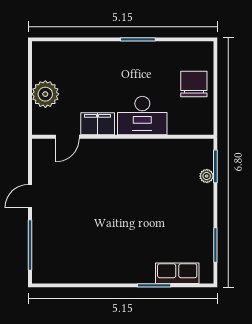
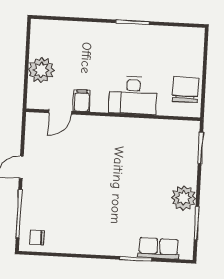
chair: (194, 84) -> (185, 90), moved
filing cabinet: (98, 124) -> (82, 101), width x0.50
plant: (207, 176) -> (184, 198), moved, width x1.87, depth x1.87
chair: (50, 269) -> (37, 237), added

